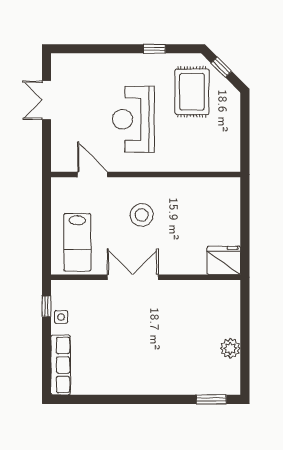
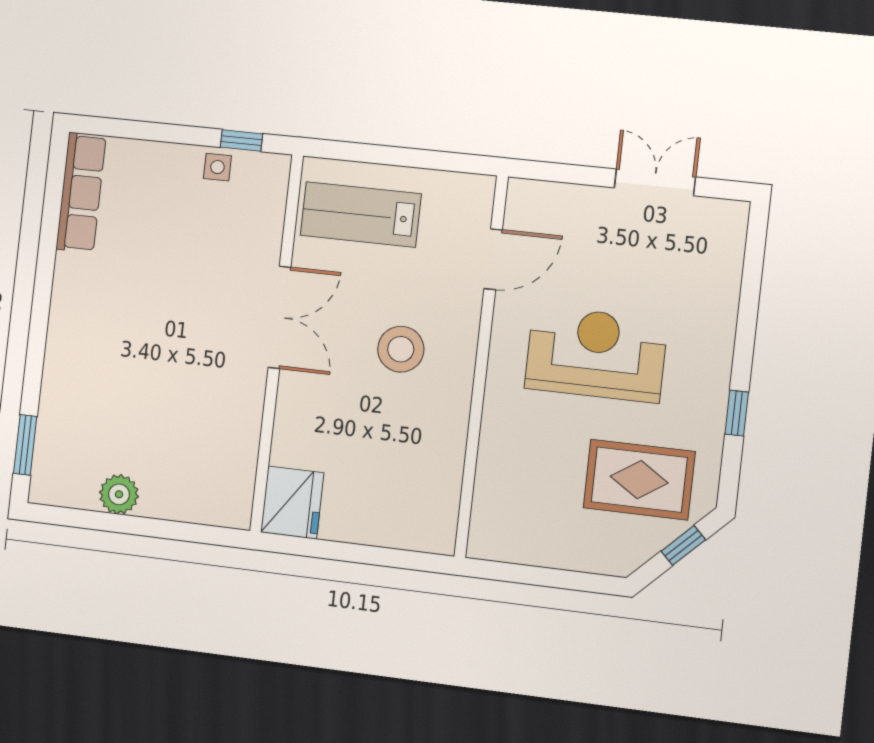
row of seats: (61, 365) -> (81, 192), moved, turned -90

